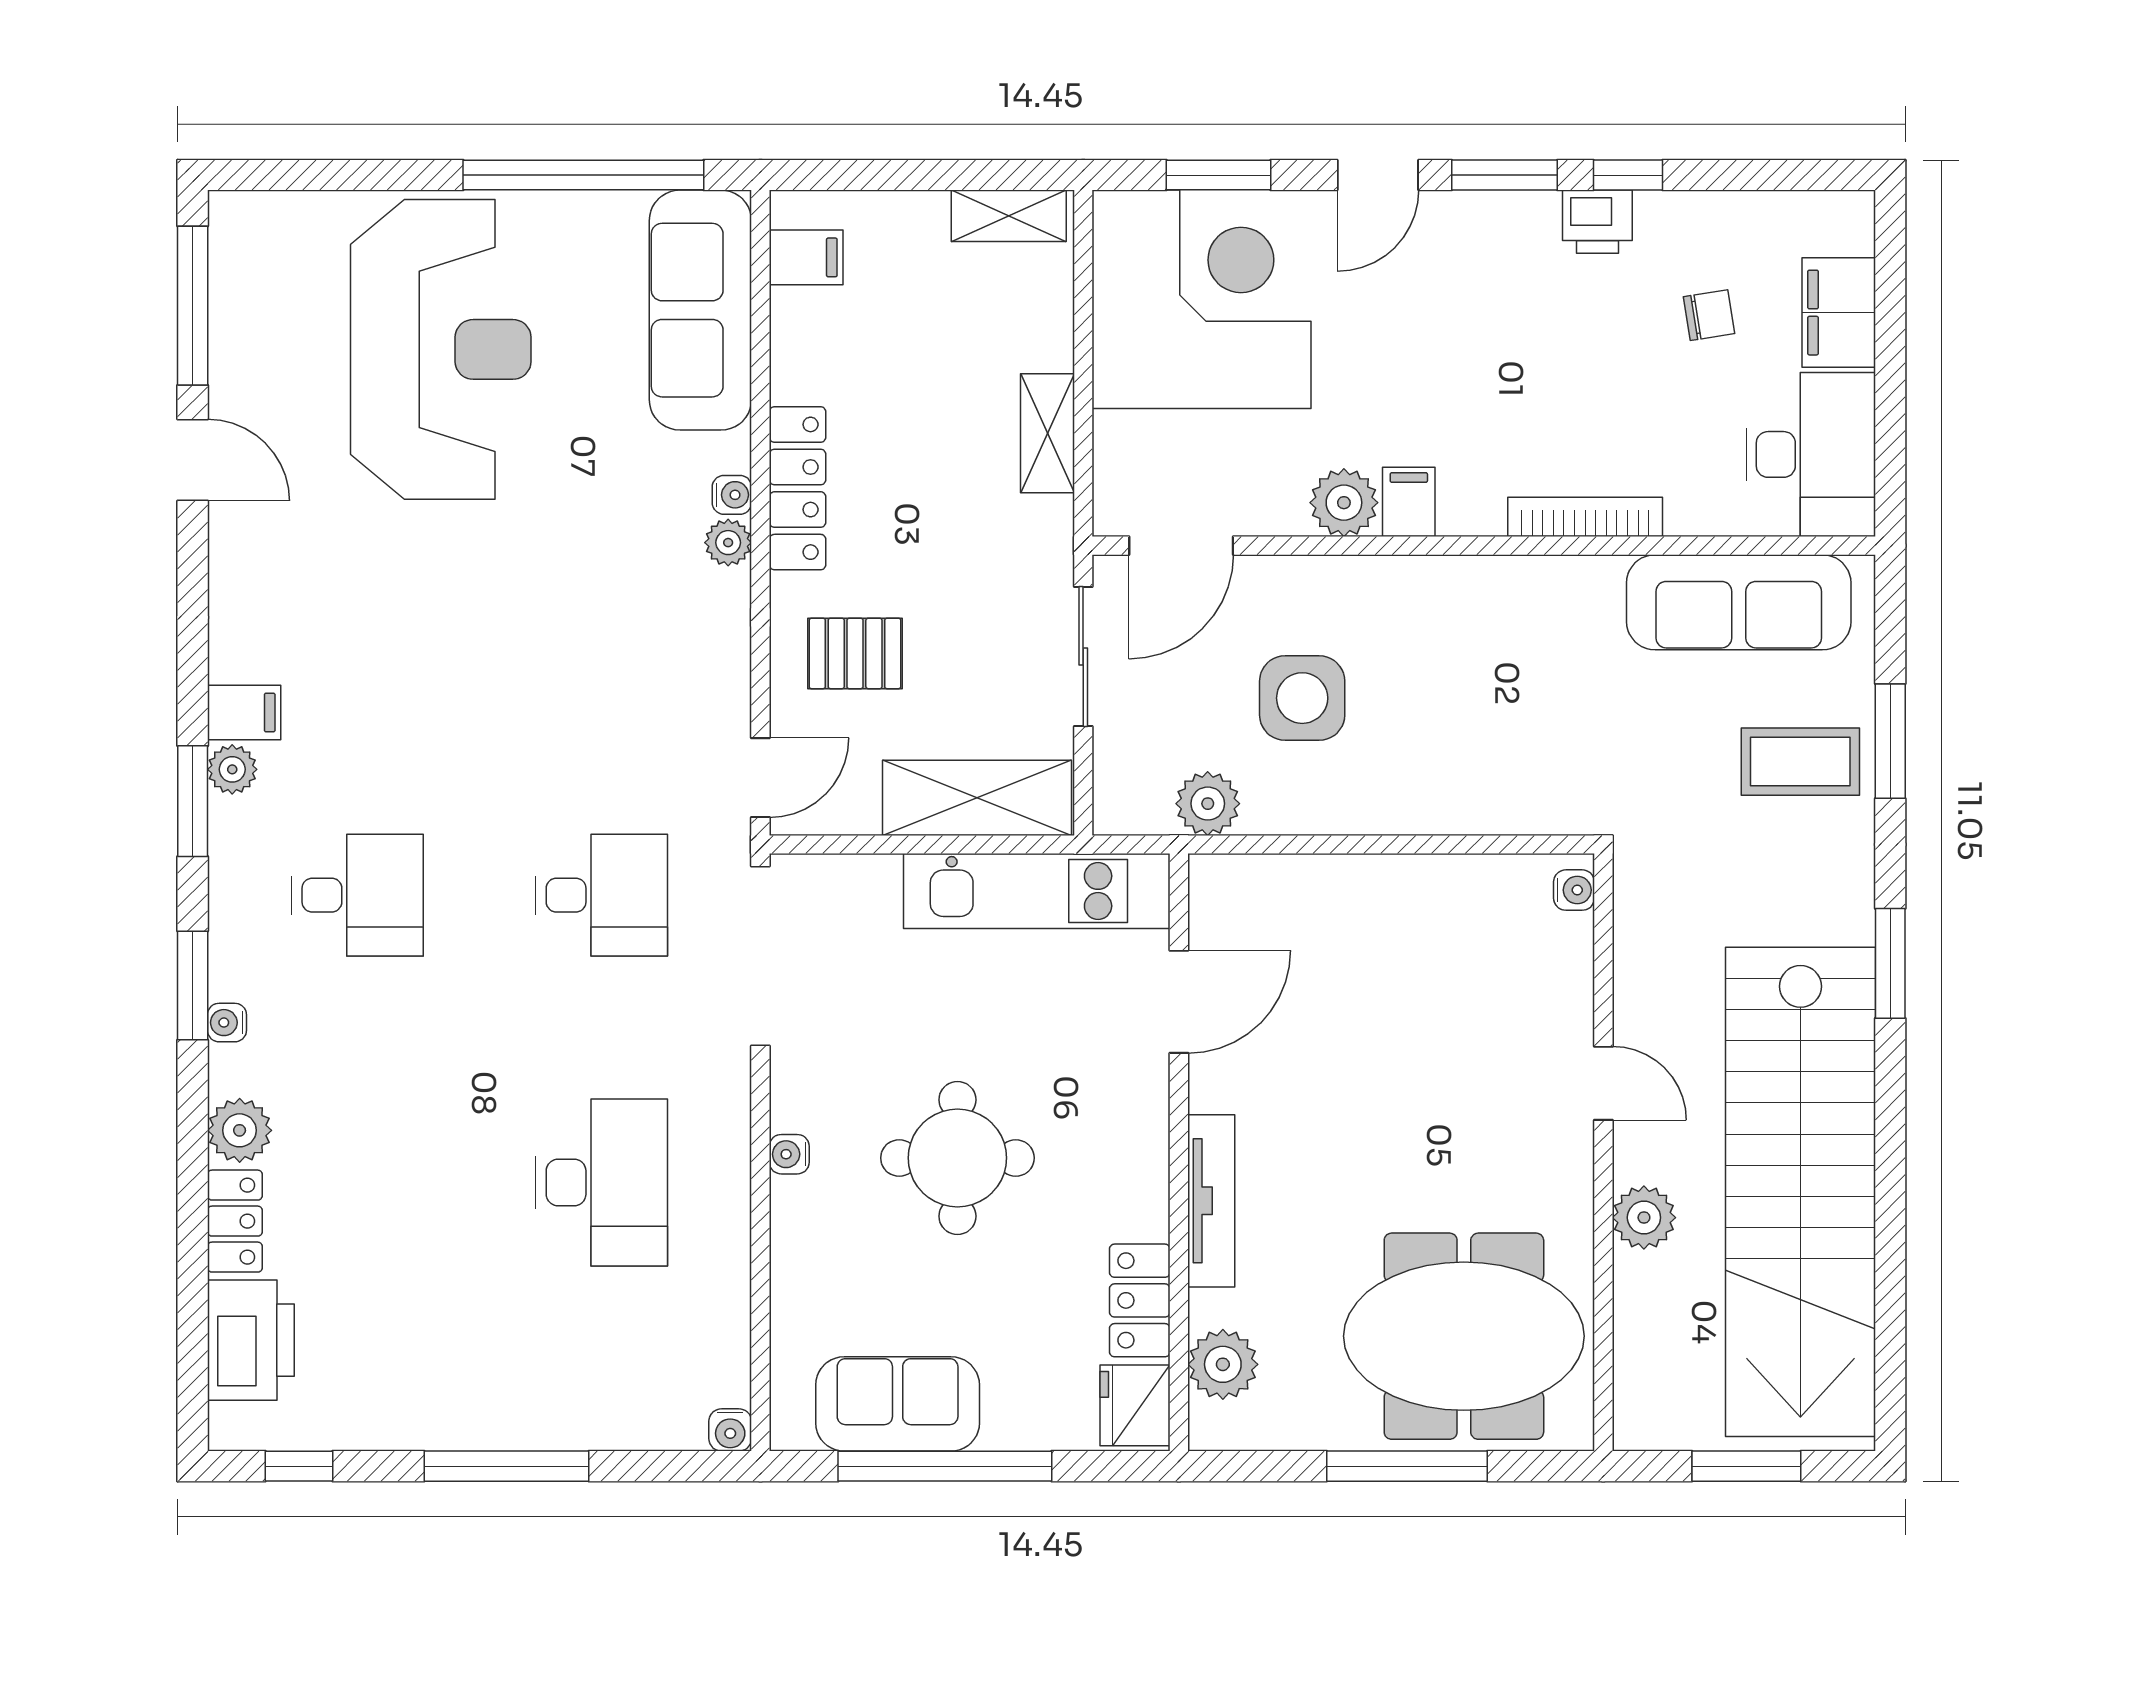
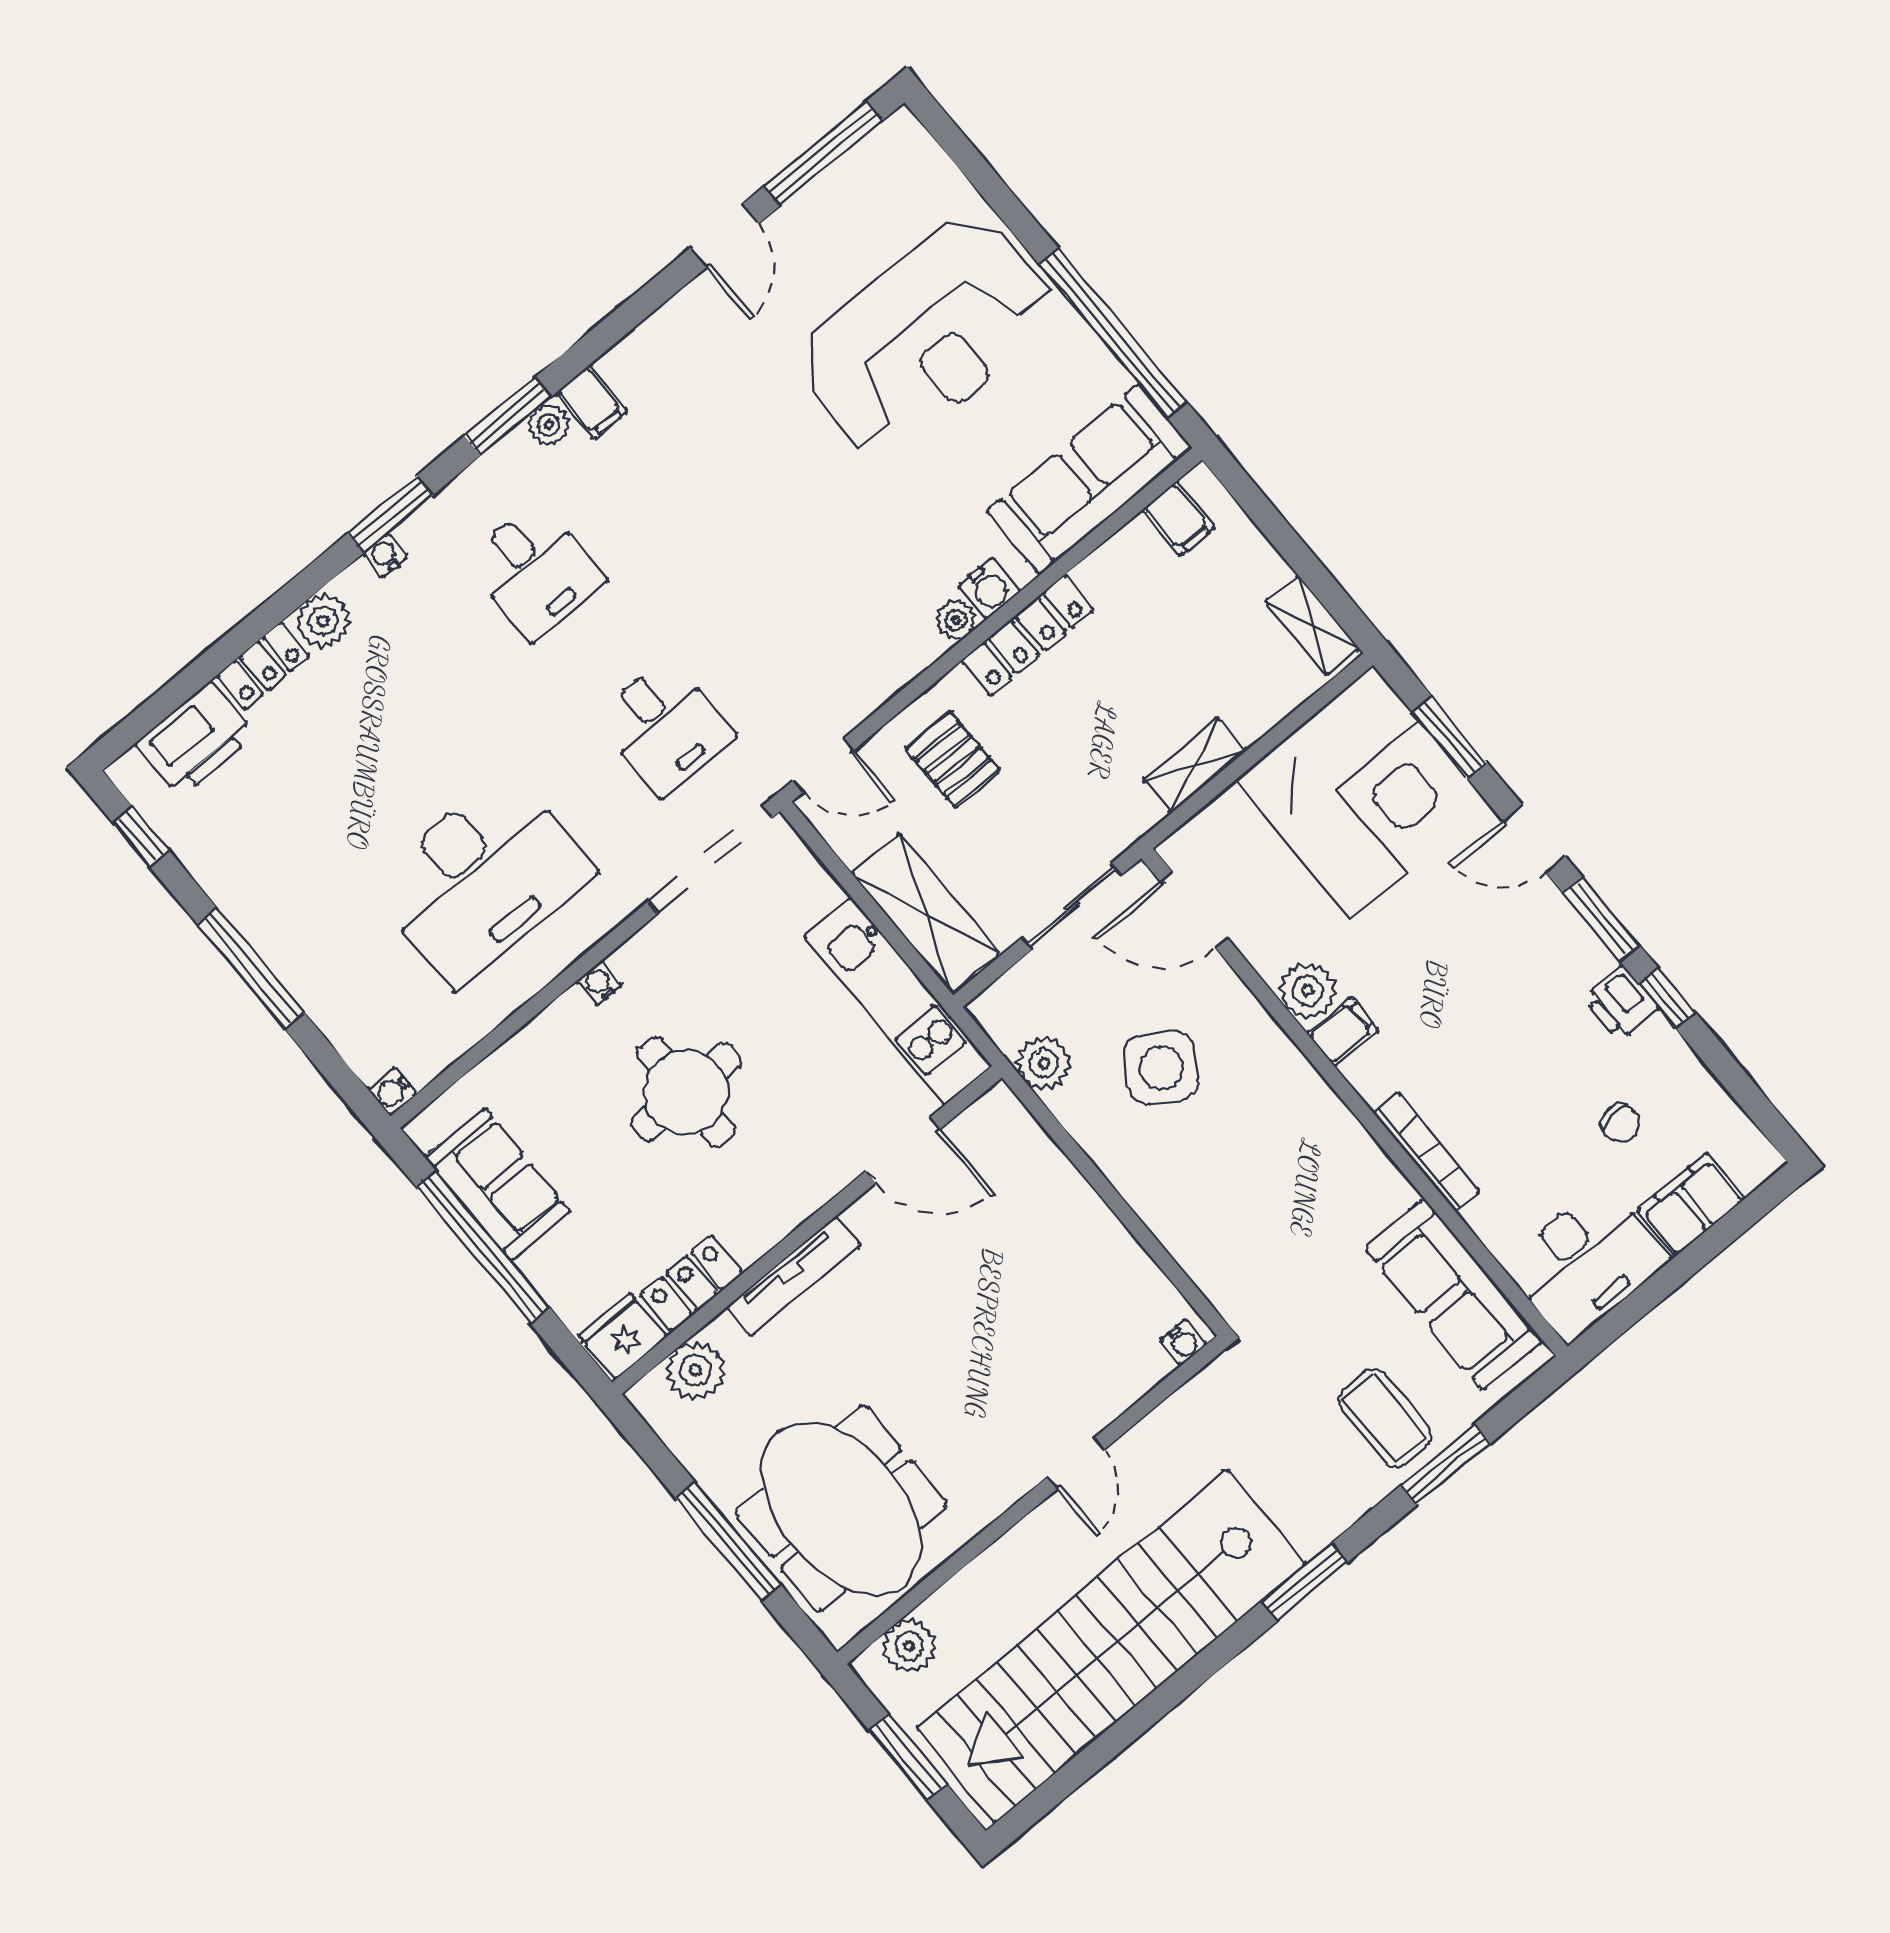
water cooler: (732, 495) -> (989, 588), width x1.38, depth x1.38
side table: (1302, 698) -> (1161, 1068), turned 32
desk: (602, 1183) -> (482, 879), width x1.36, depth x1.30
plant: (1644, 1218) -> (909, 1646), moved

